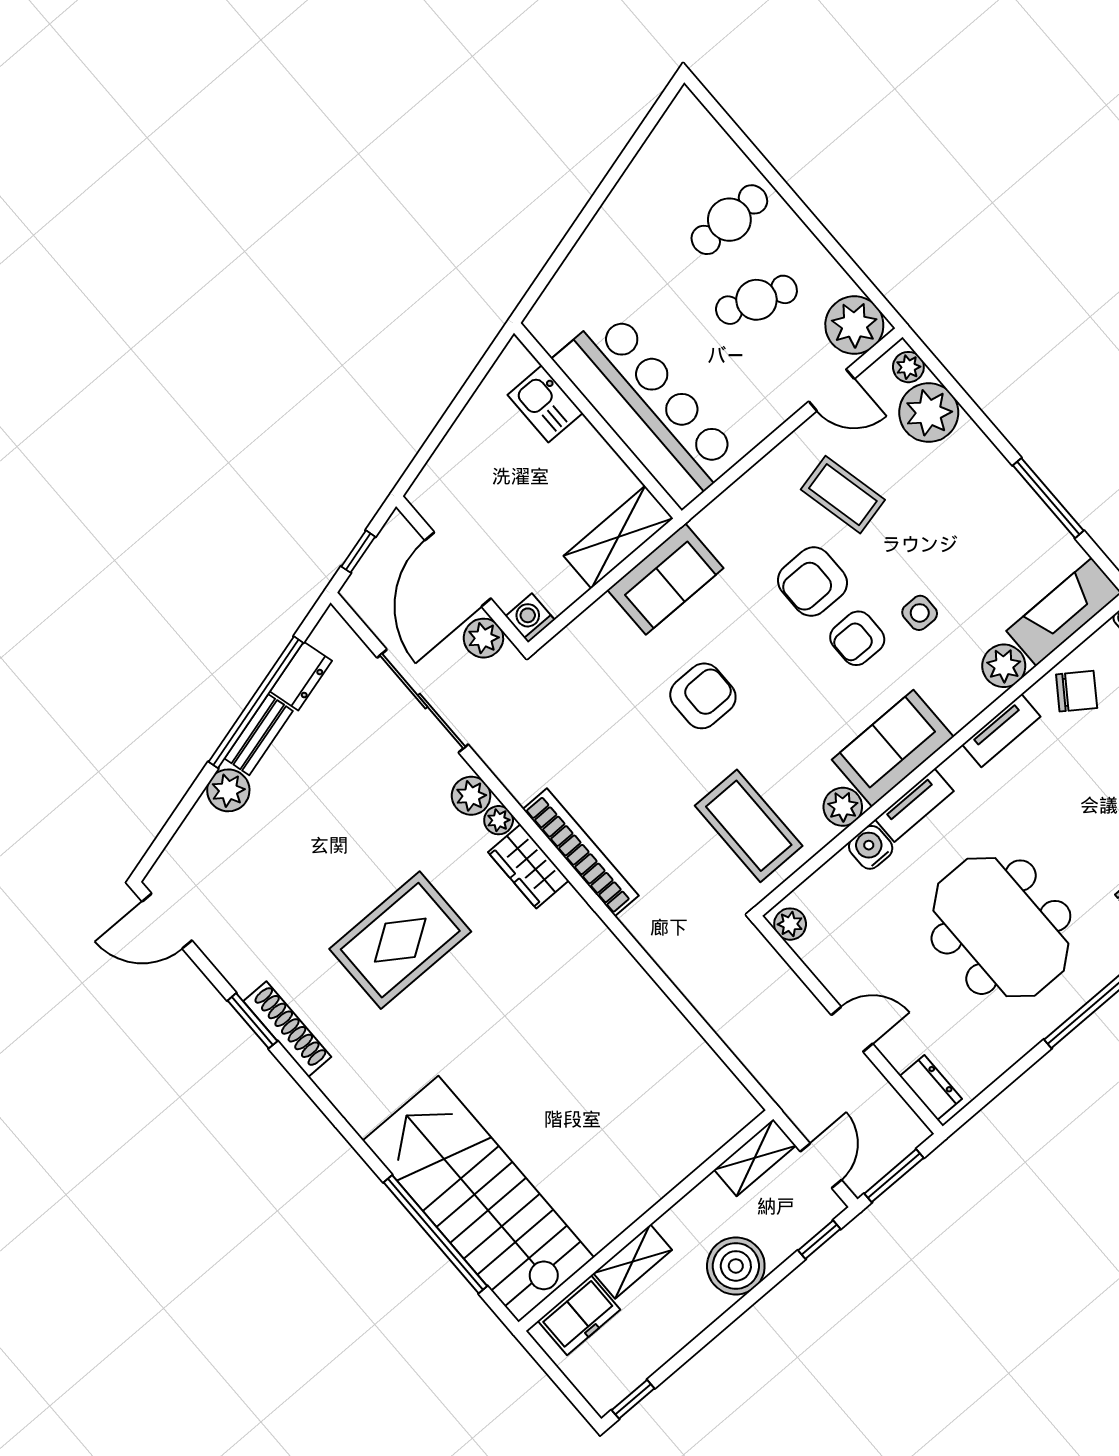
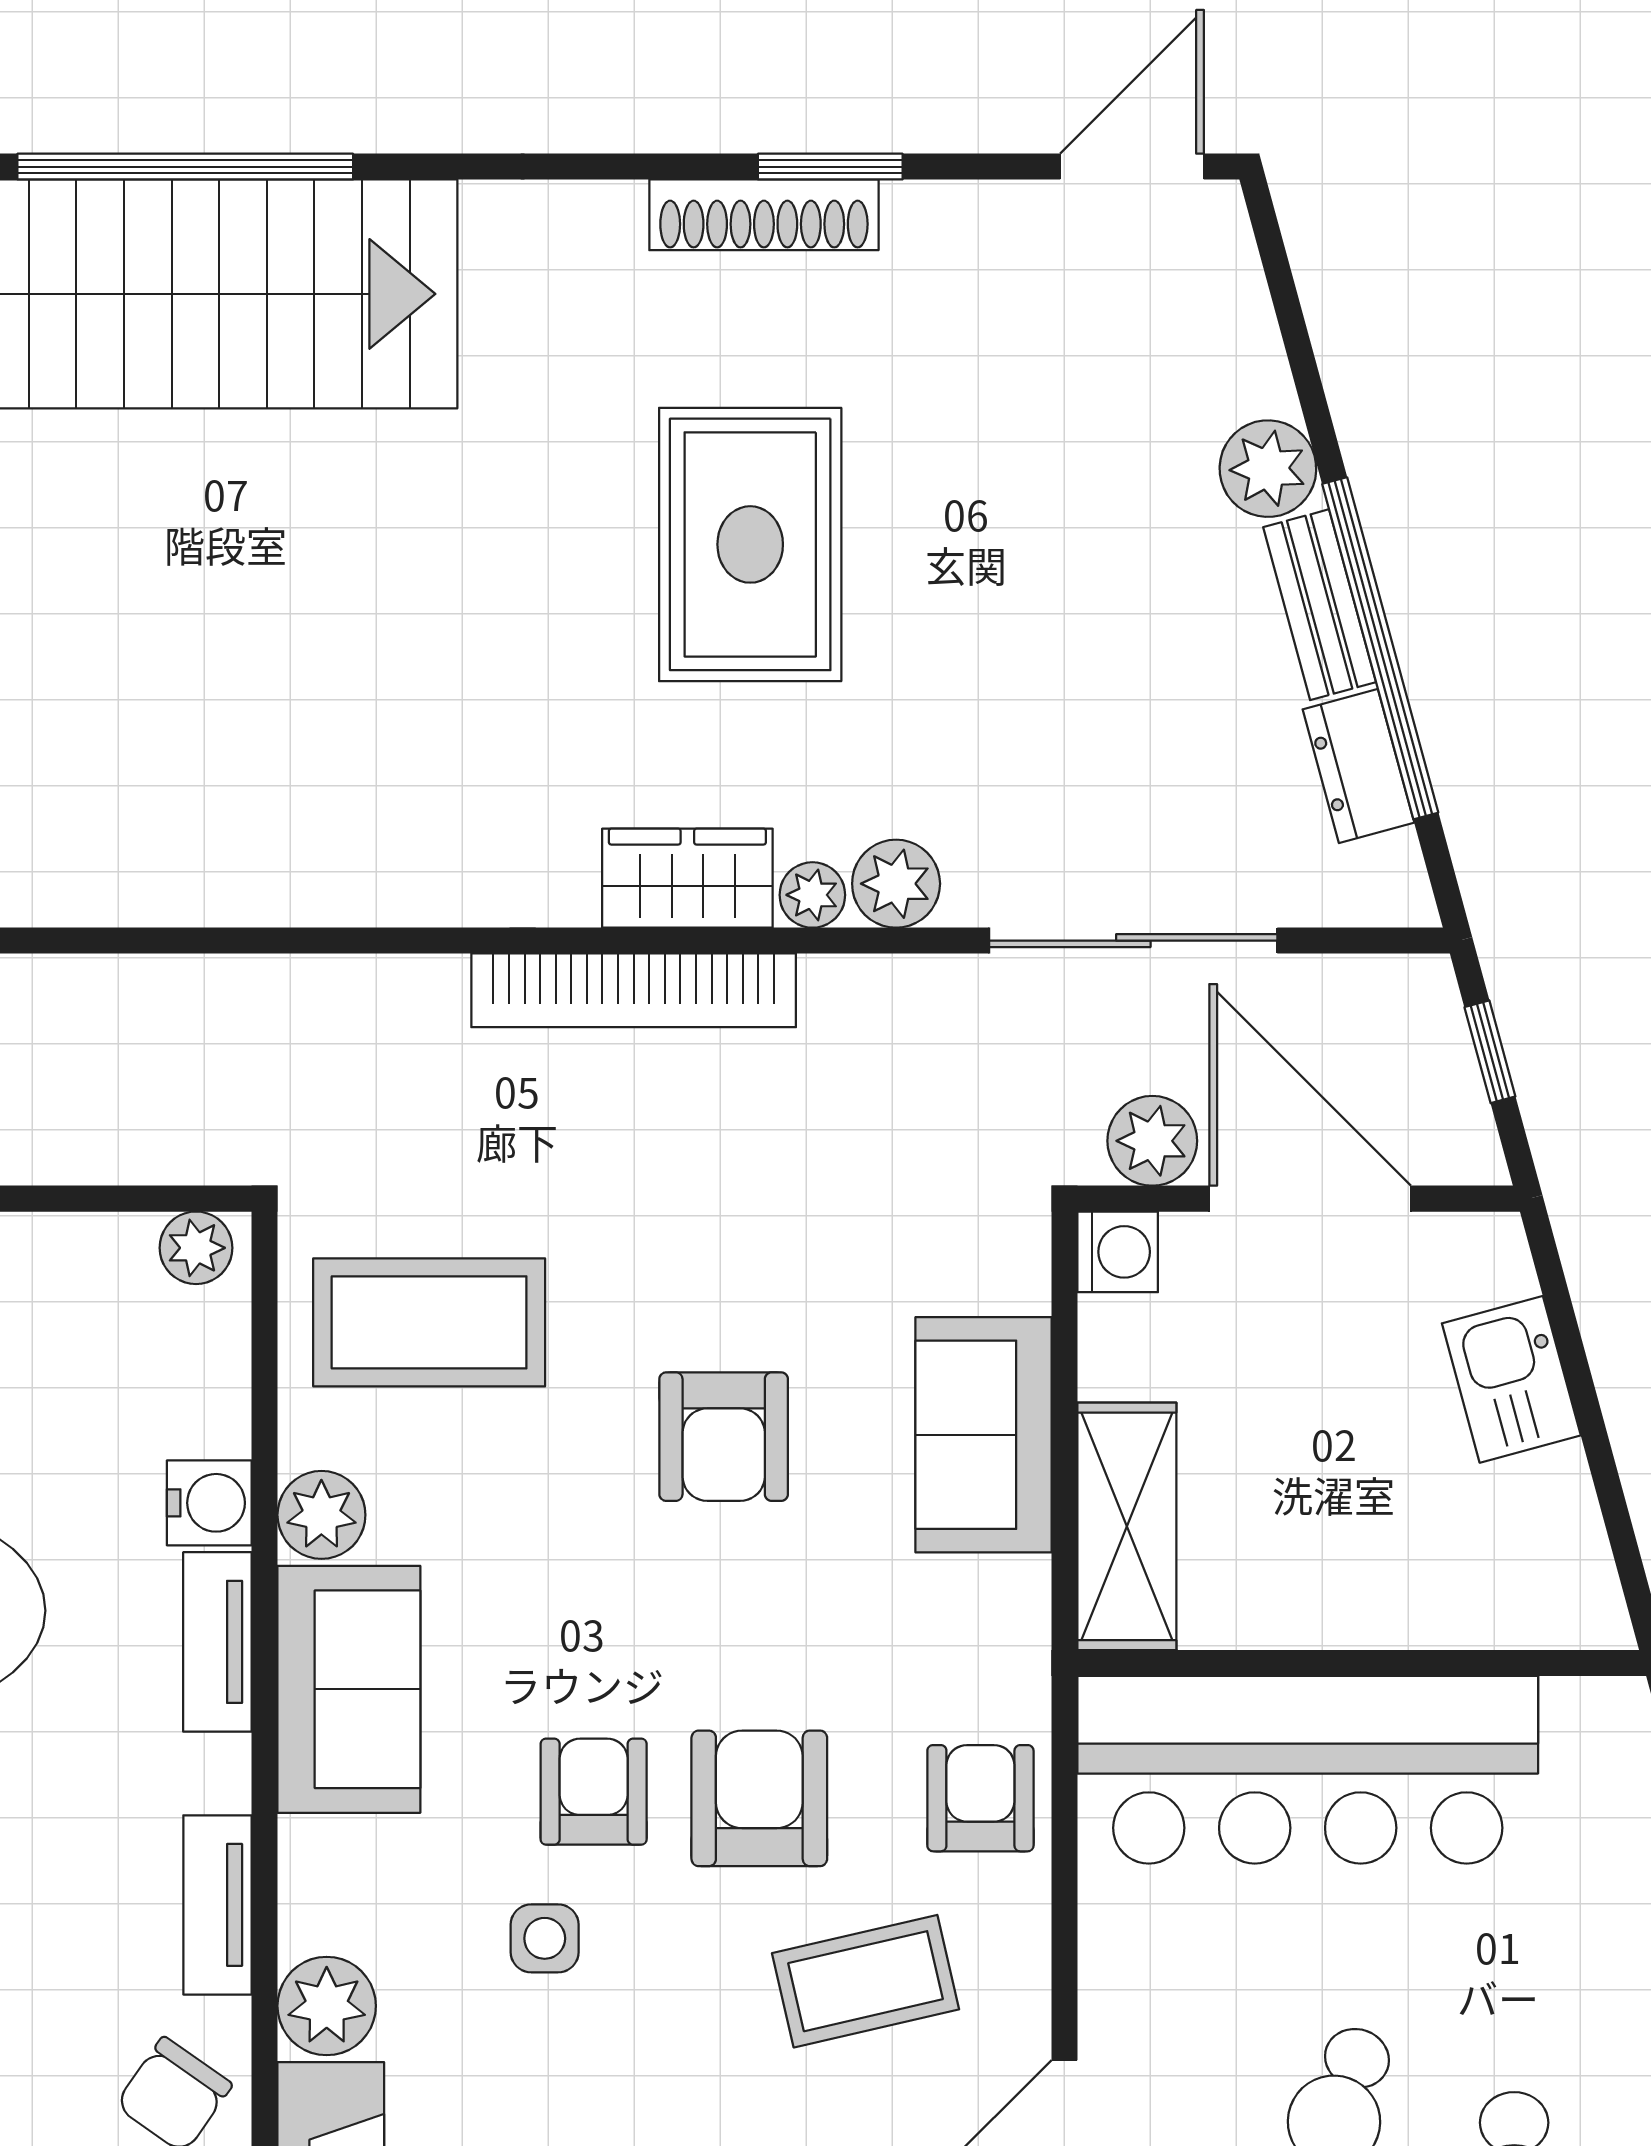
kitchen sink: (545, 404) -> (1511, 1379), moved, turned -105
armchair: (750, 508) -> (980, 1798), added
sofa: (665, 579) -> (983, 1435), moved

